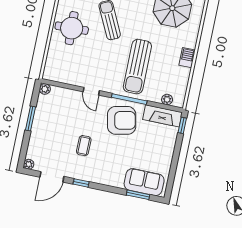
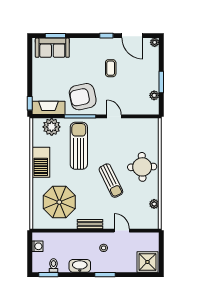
barbecue: (187, 58) -> (41, 162), width x1.88, depth x1.53
plant: (45, 89) -> (154, 95), moved
plant: (167, 100) -> (52, 127), width x1.88, depth x1.88
door: (52, 177) -> (132, 36), swing flipped

